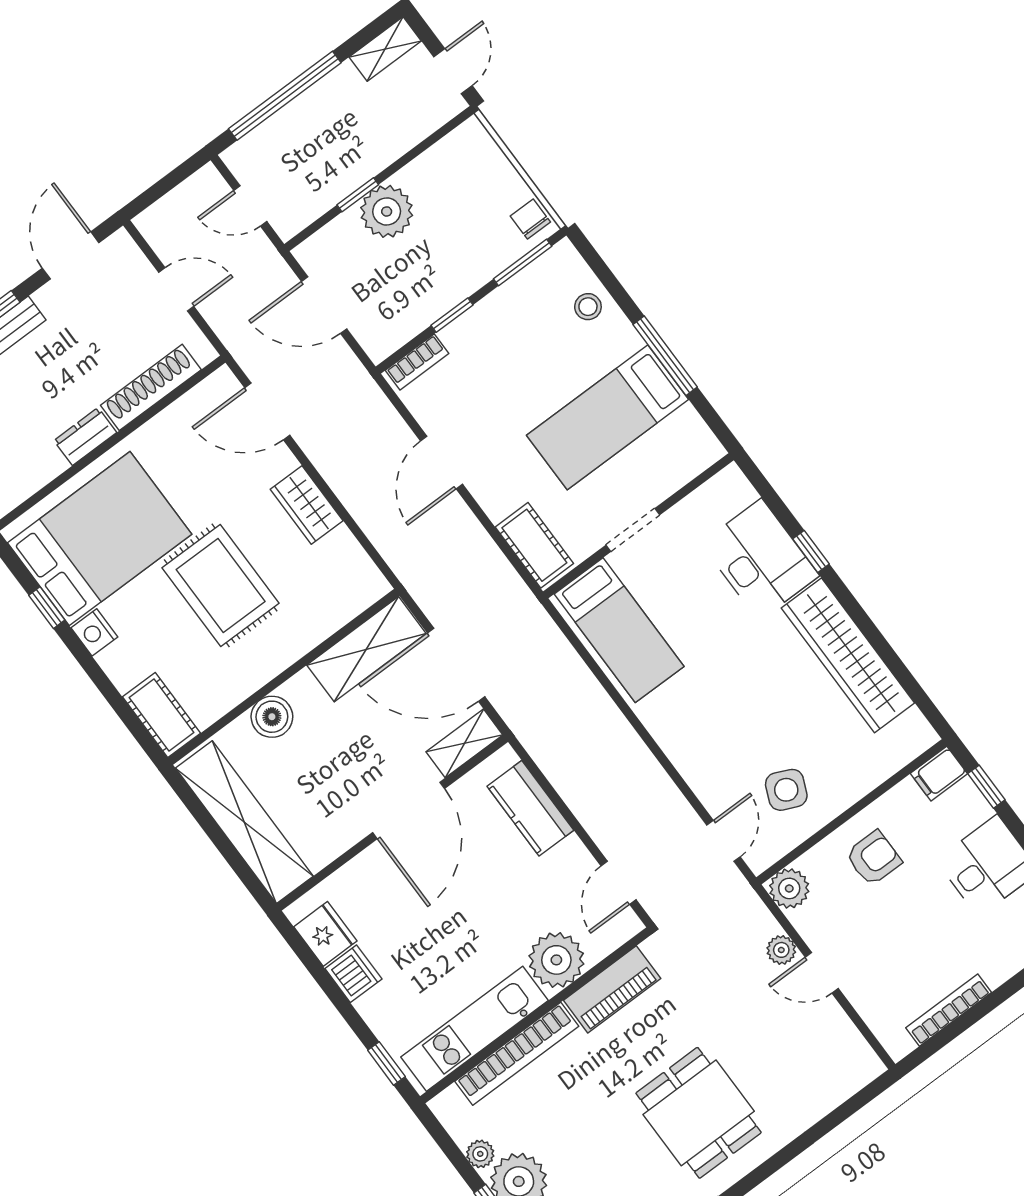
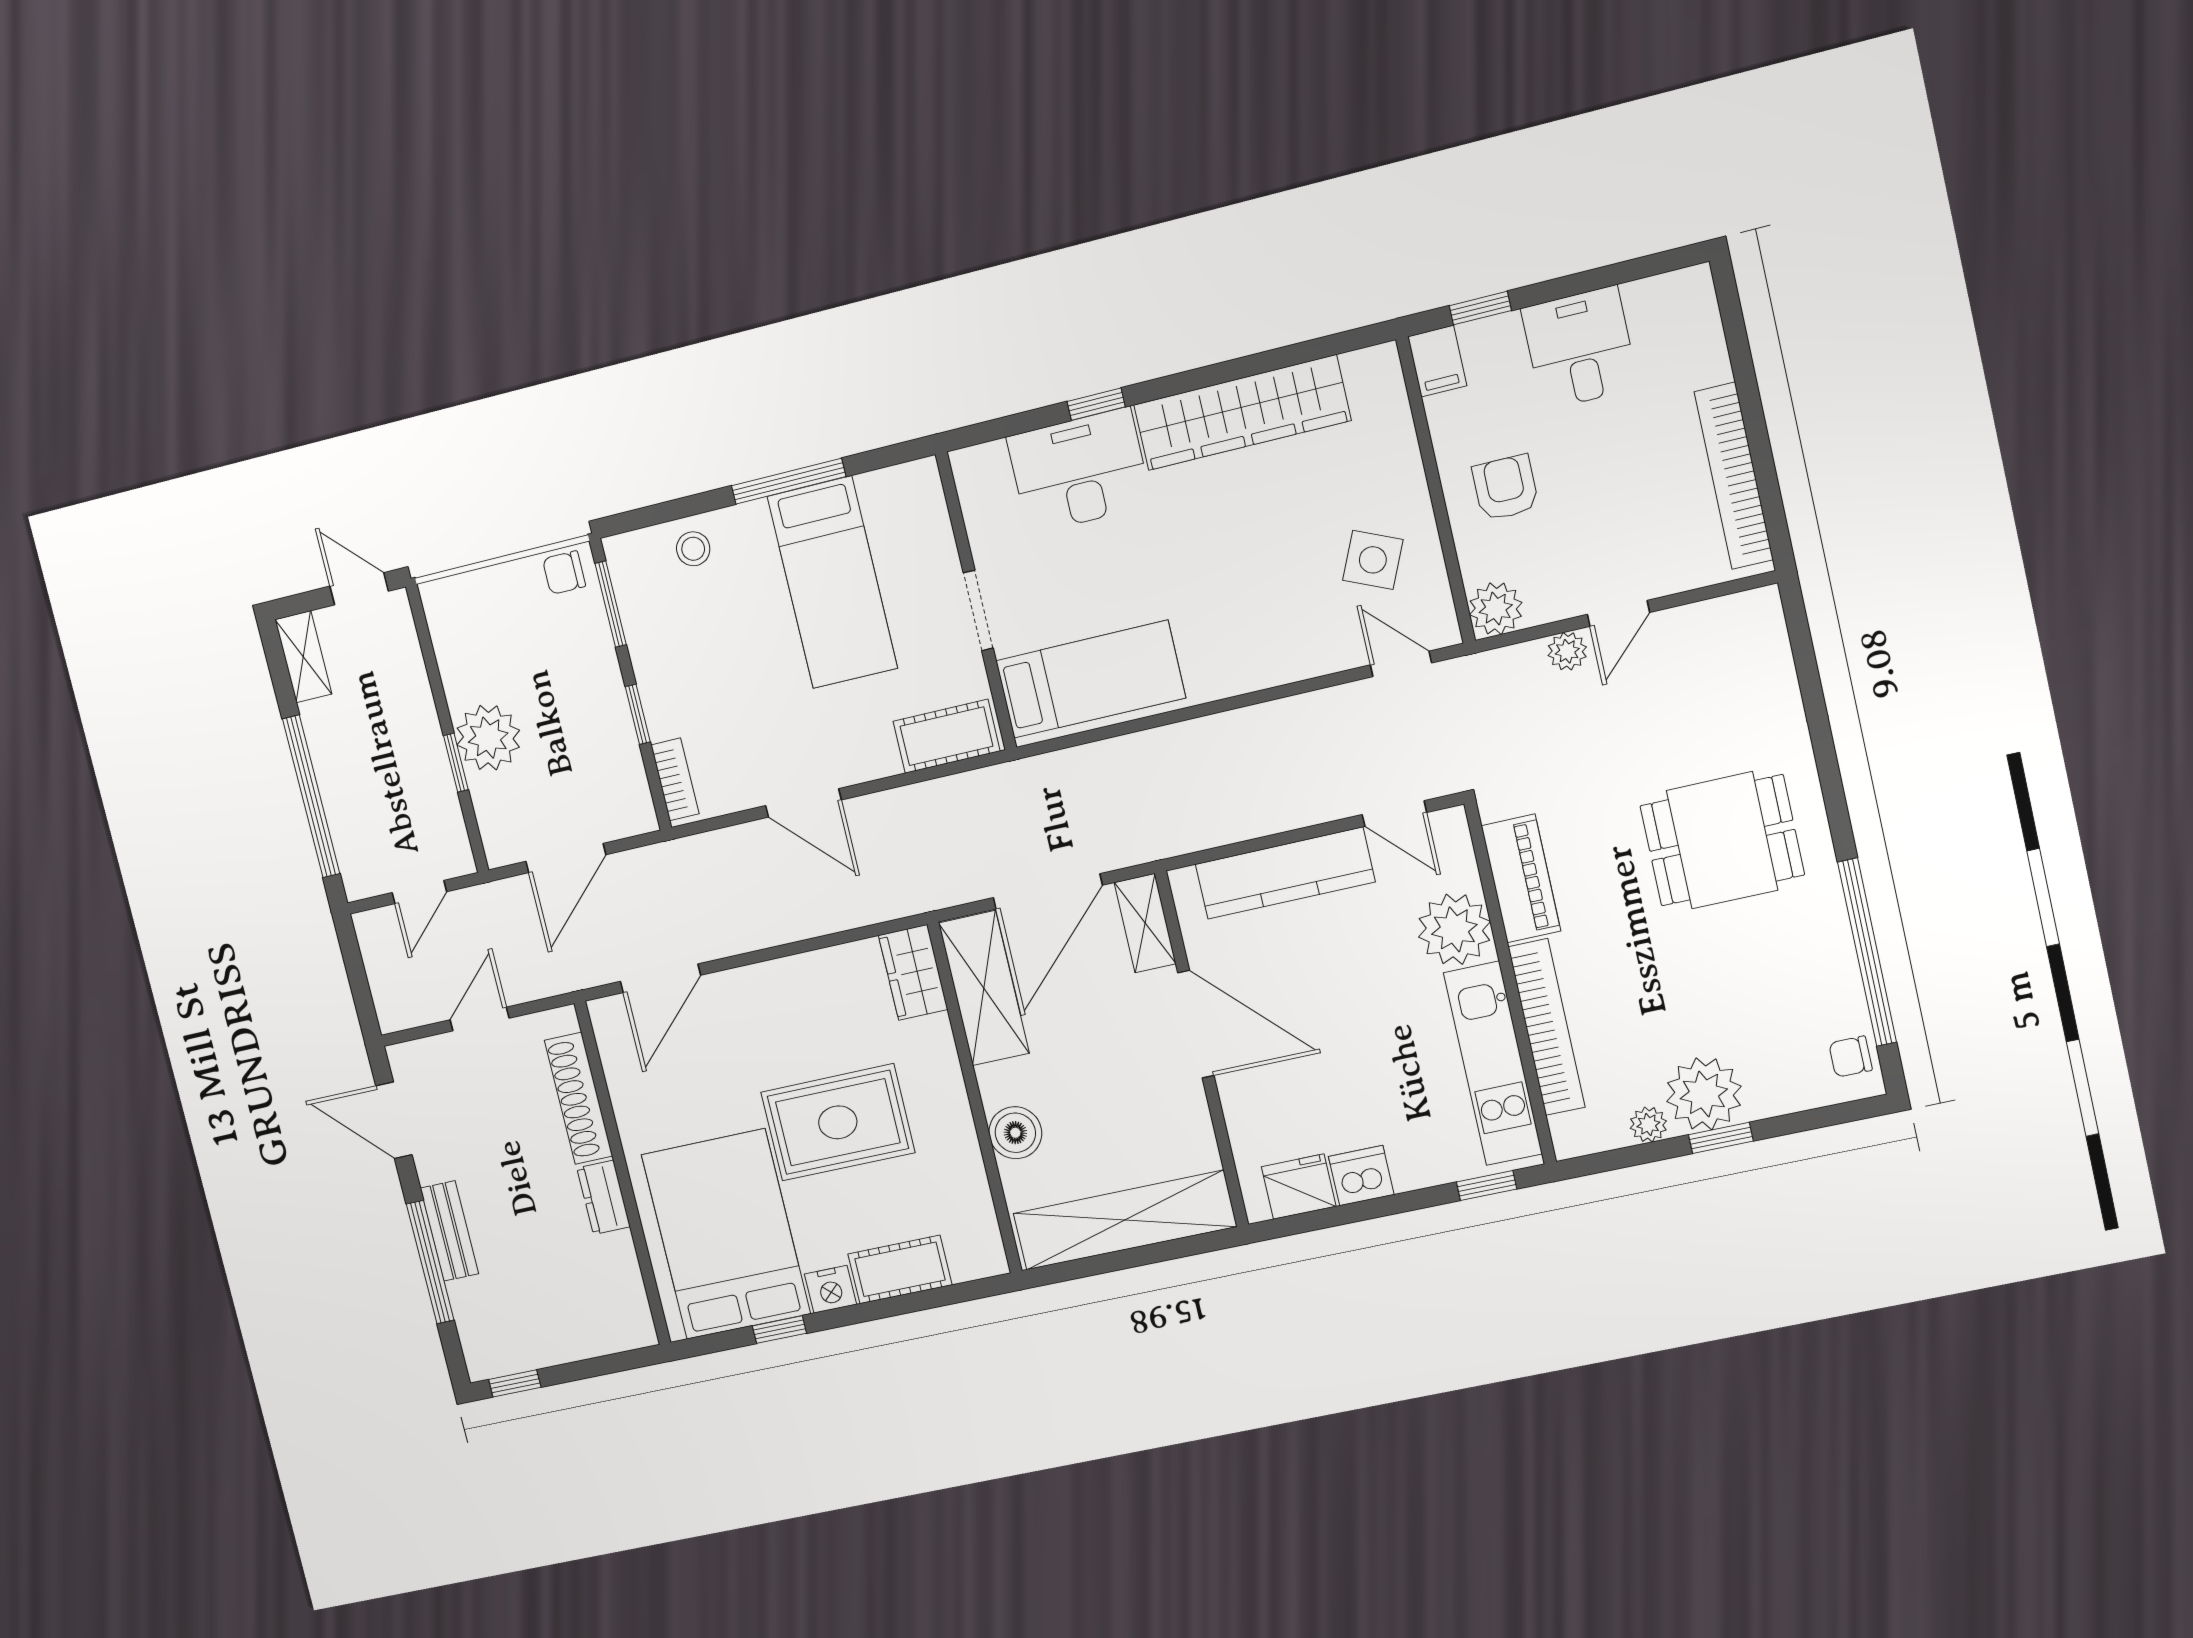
wardrobe: (307, 505) -> (913, 972), moved, turned 90
cot: (162, 715) -> (900, 1269), moved
kitchen counter: (530, 808) -> (1285, 873), width x1.50
bookcase: (949, 1010) -> (1734, 476), width x1.48, depth x1.31

